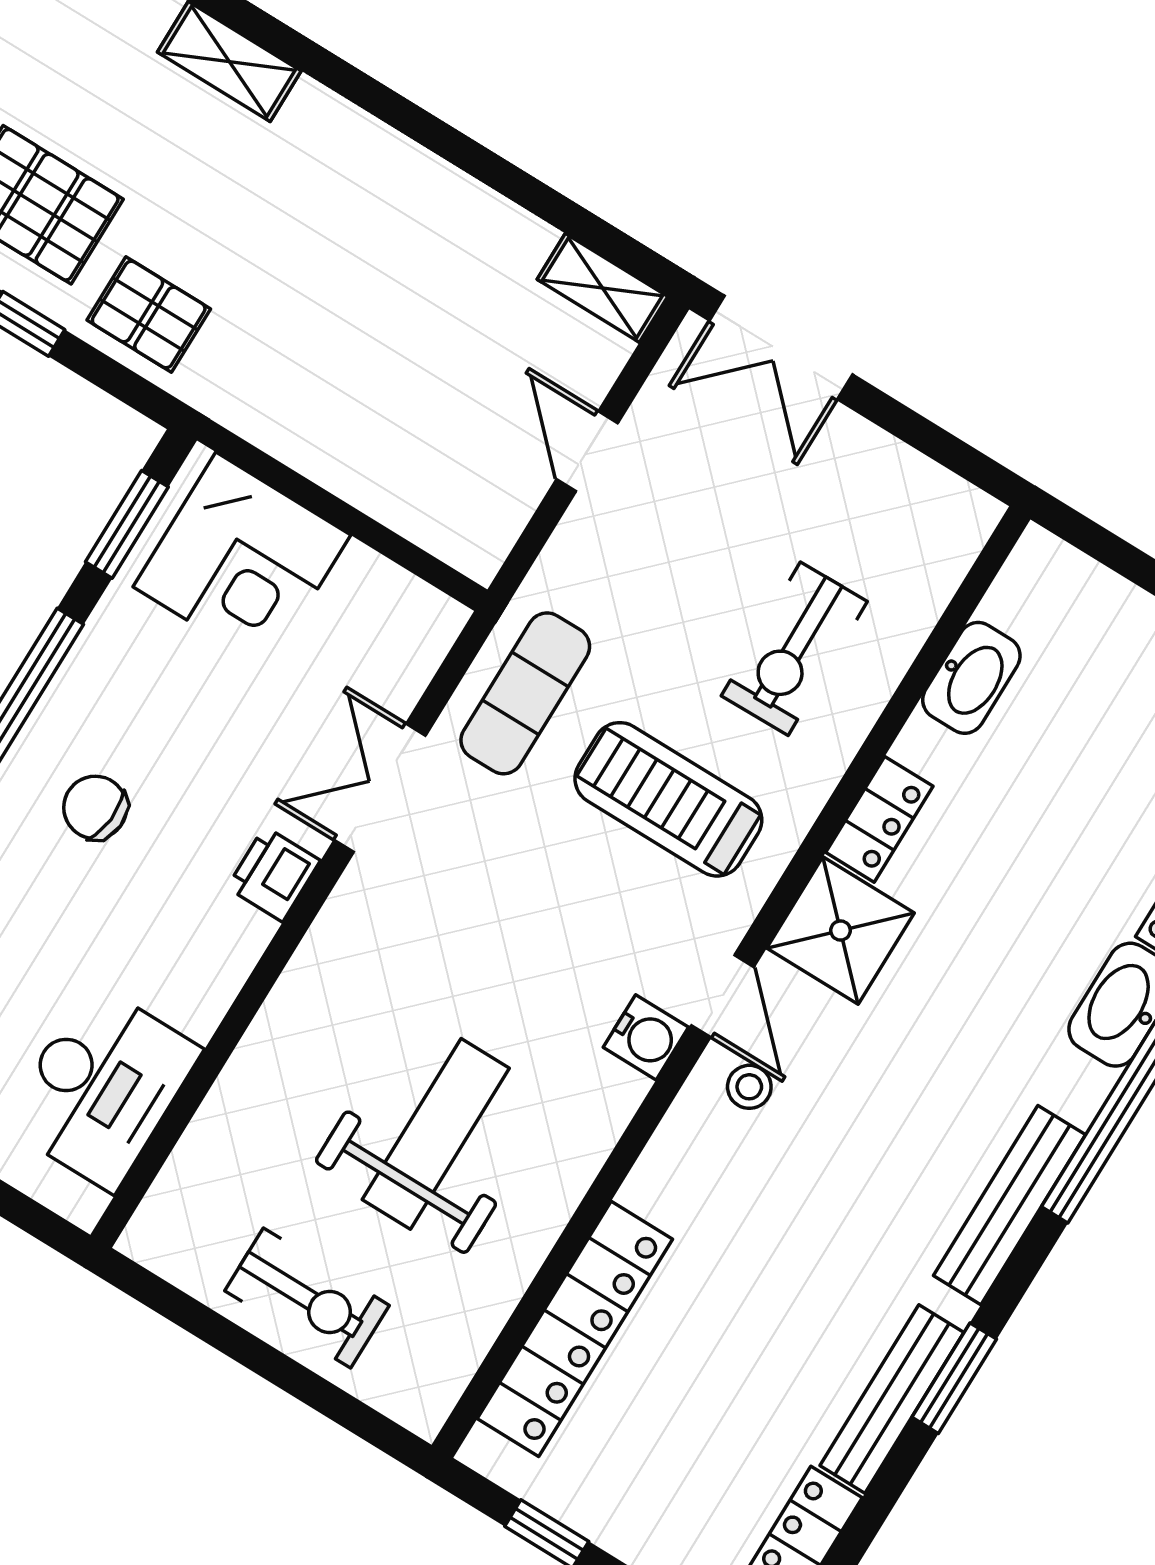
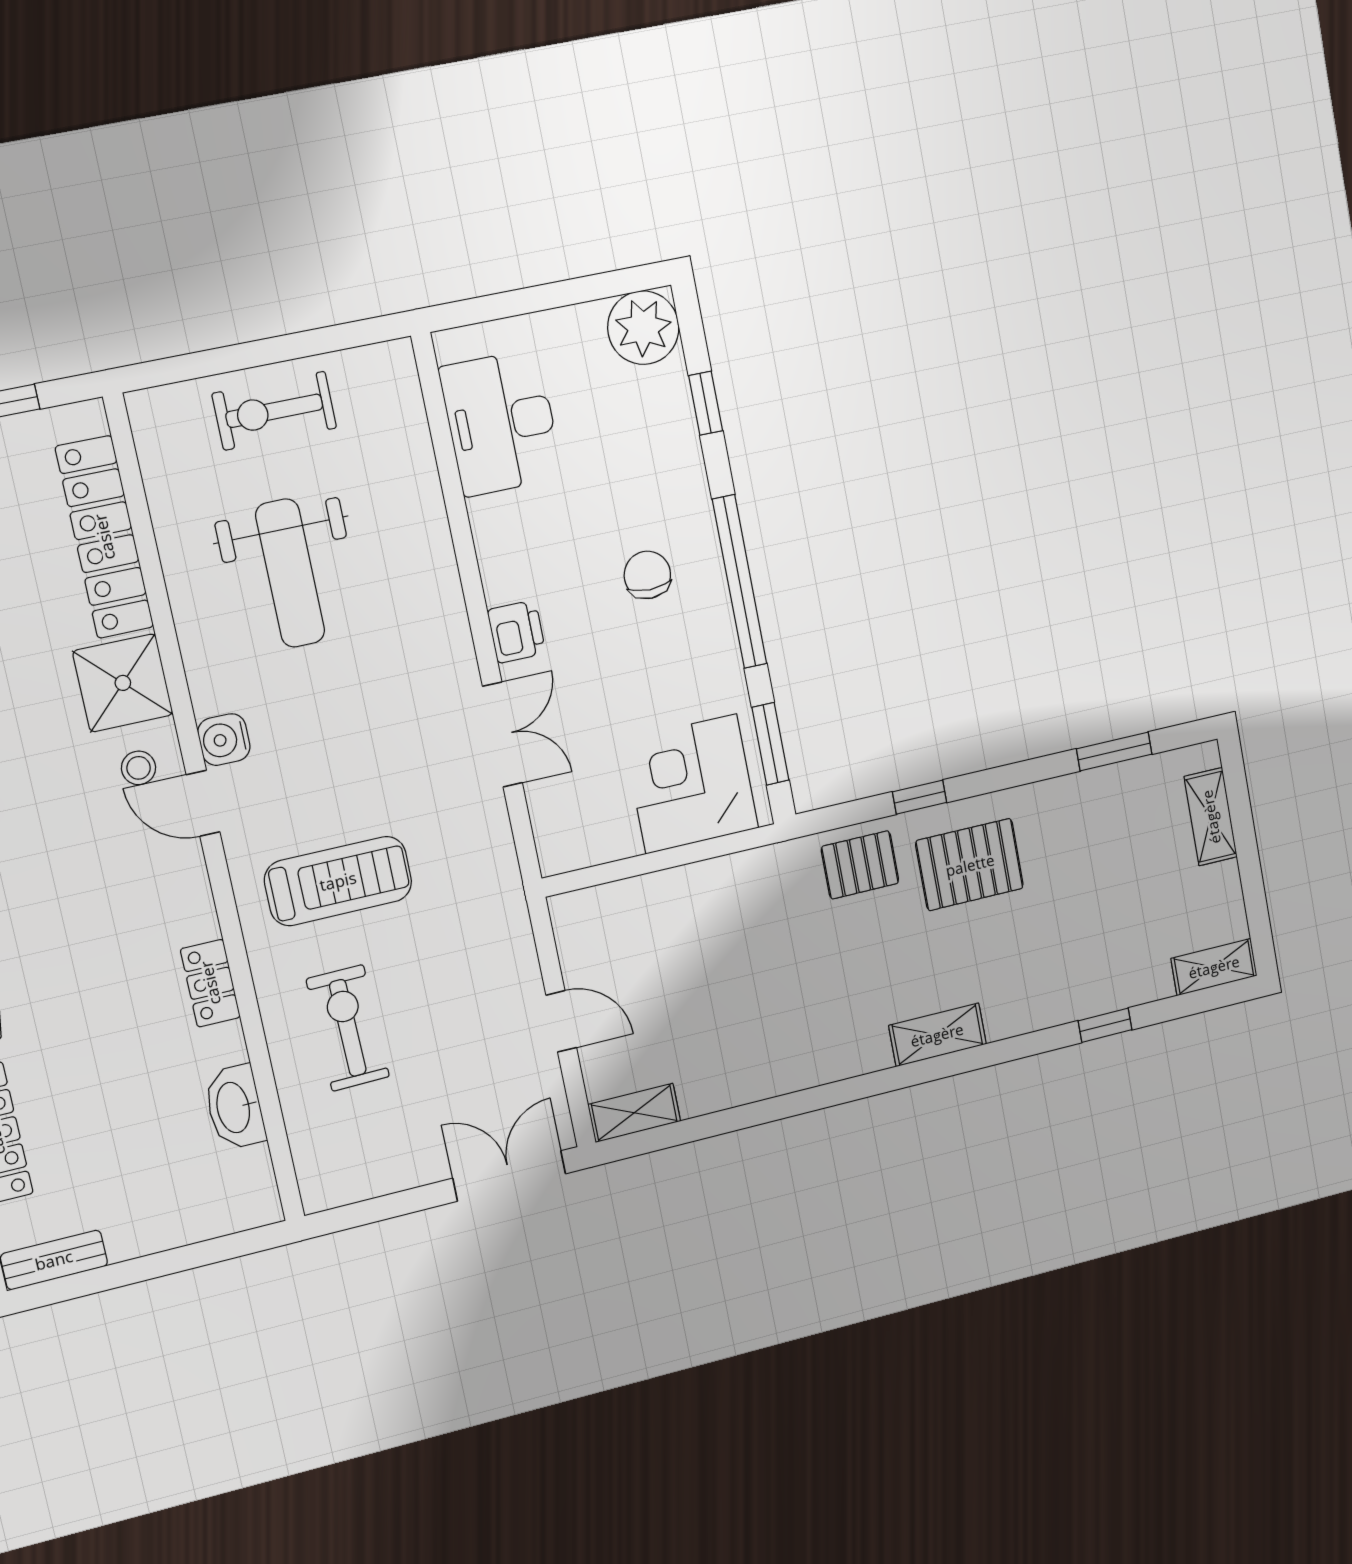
exercise mat: (525, 693) -> (472, 862), removed
chair: (95, 807) -> (647, 575), turned -95
shower: (841, 930) -> (123, 683), moved

